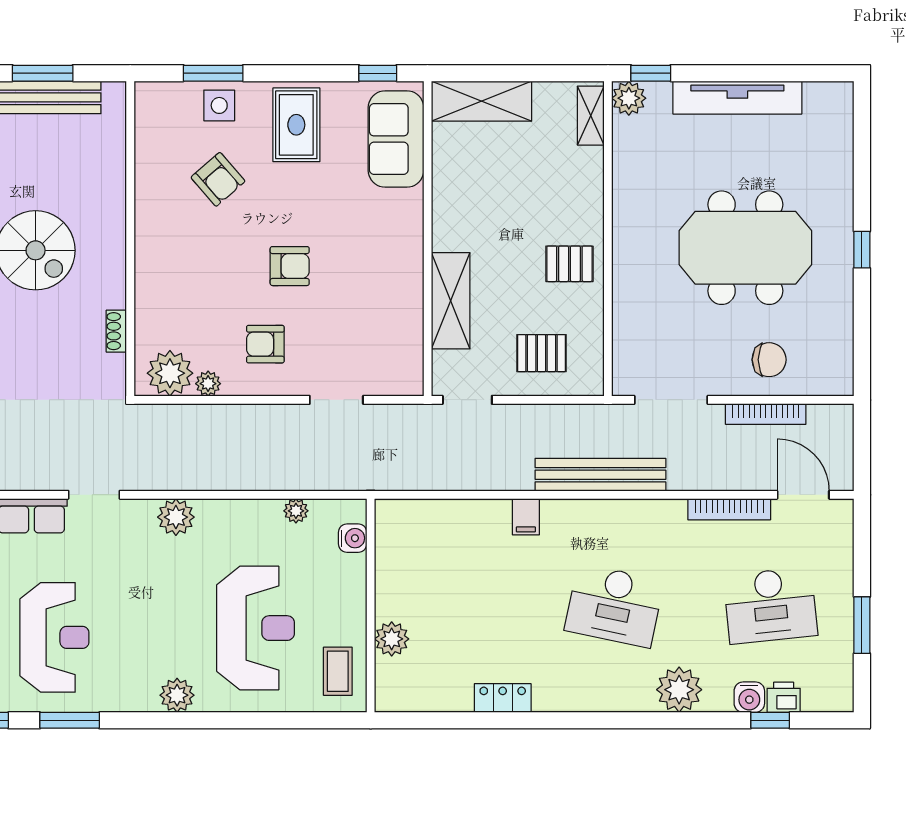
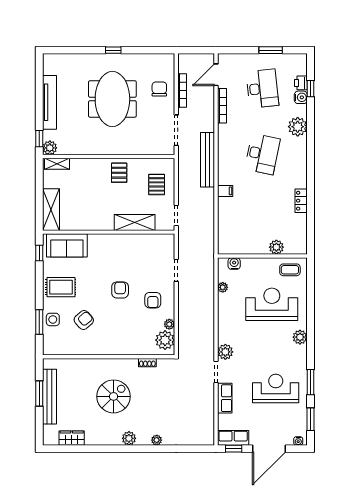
plant: (176, 517) -> (225, 352), moved

